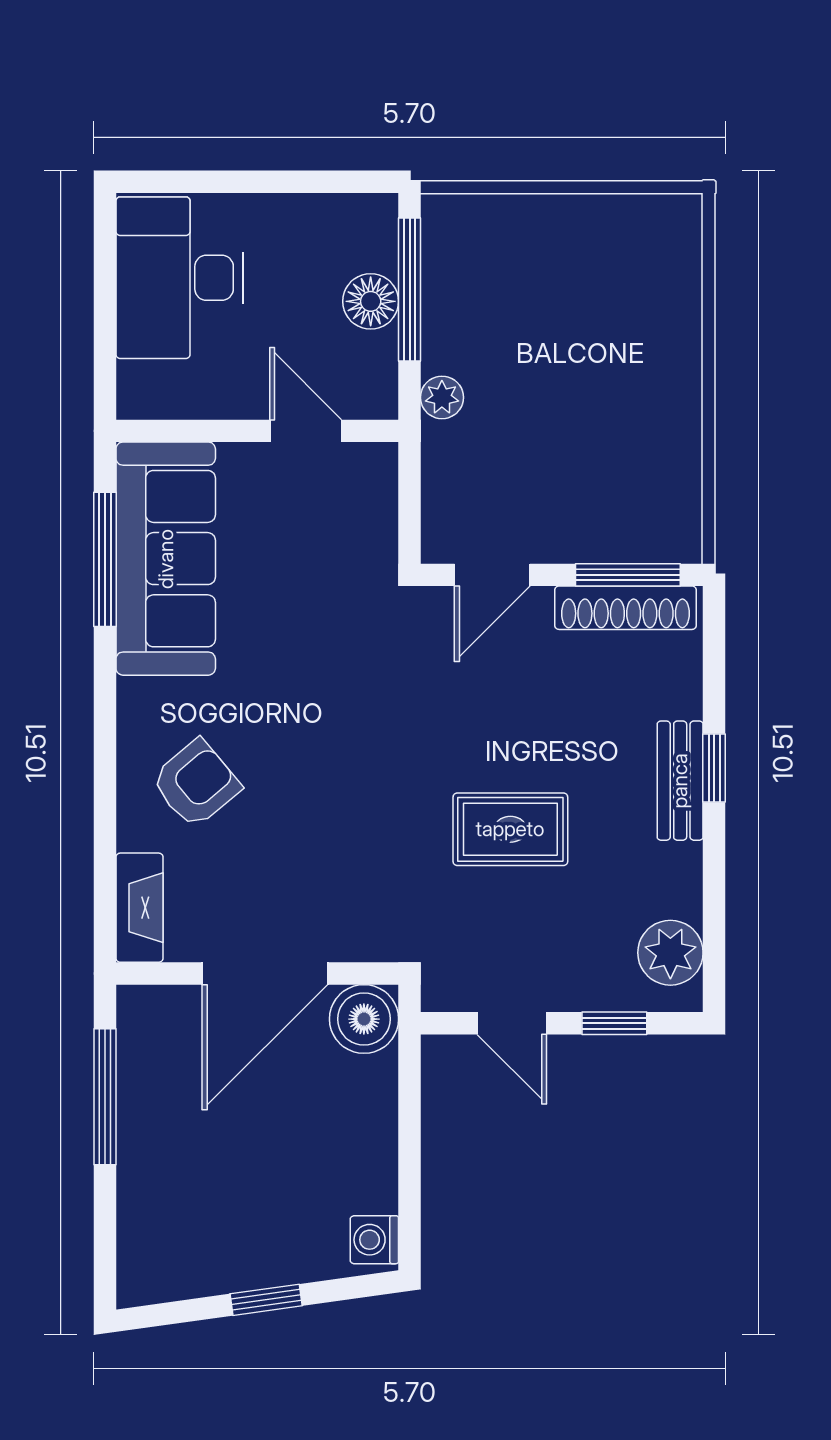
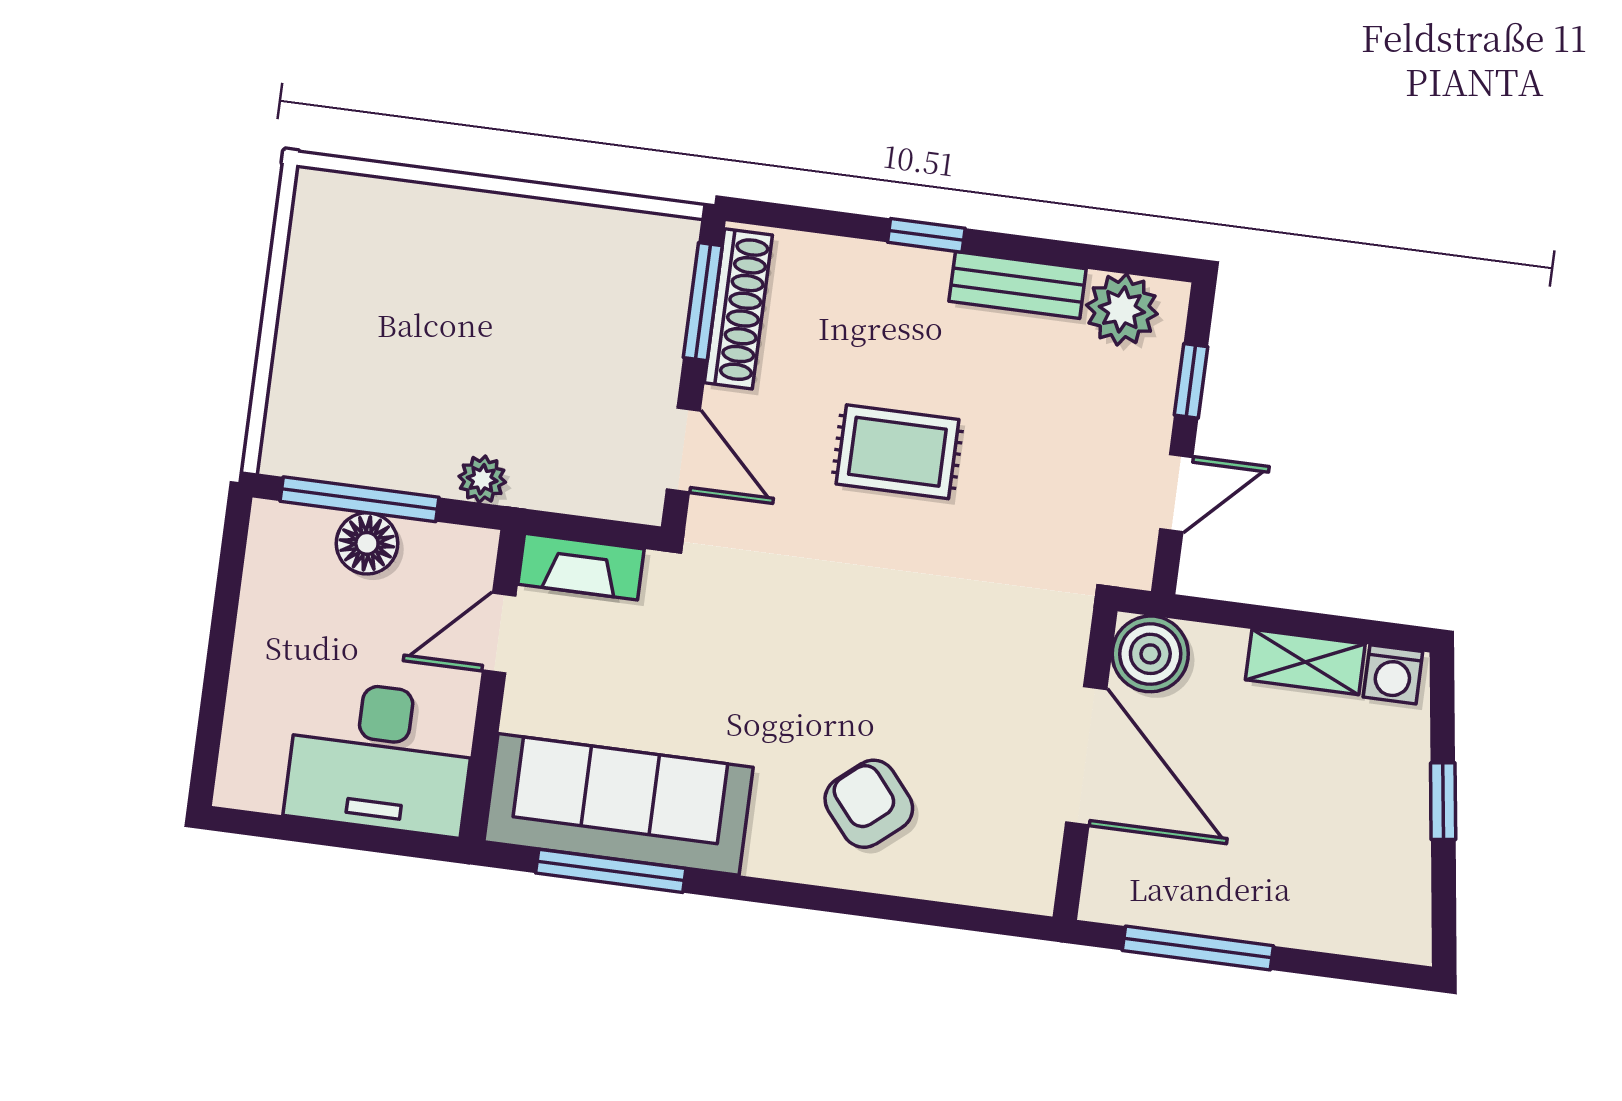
desk: (180, 278) -> (380, 757), moved
bench: (680, 781) -> (1018, 285), moved
rug: (510, 829) -> (897, 452), moved, turned 90
fireplace: (139, 908) -> (581, 567), moved, turned 180
shelving: (375, 1159) -> (1305, 662), added

